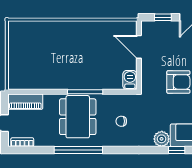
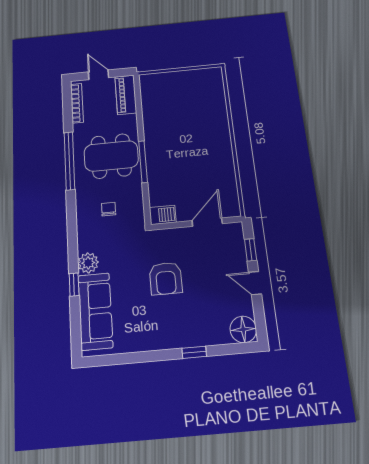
bookcase: (22, 142) -> (77, 103), width x1.56

